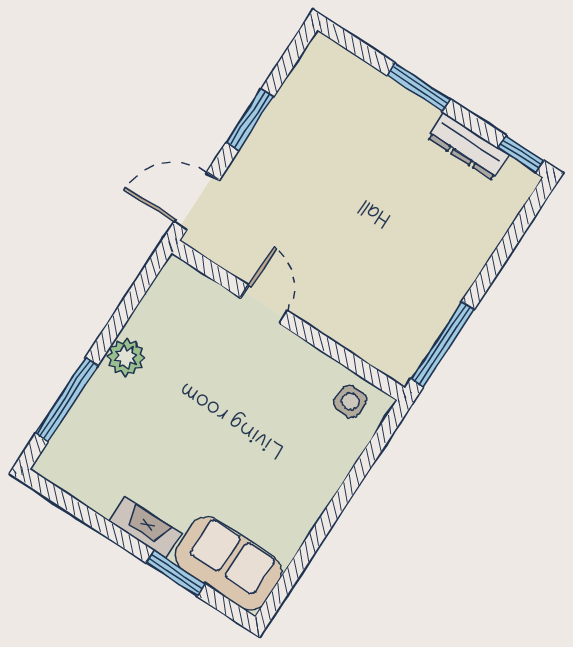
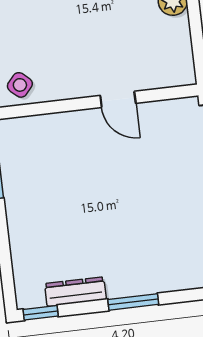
side table: (350, 401) -> (20, 85), turned 38

